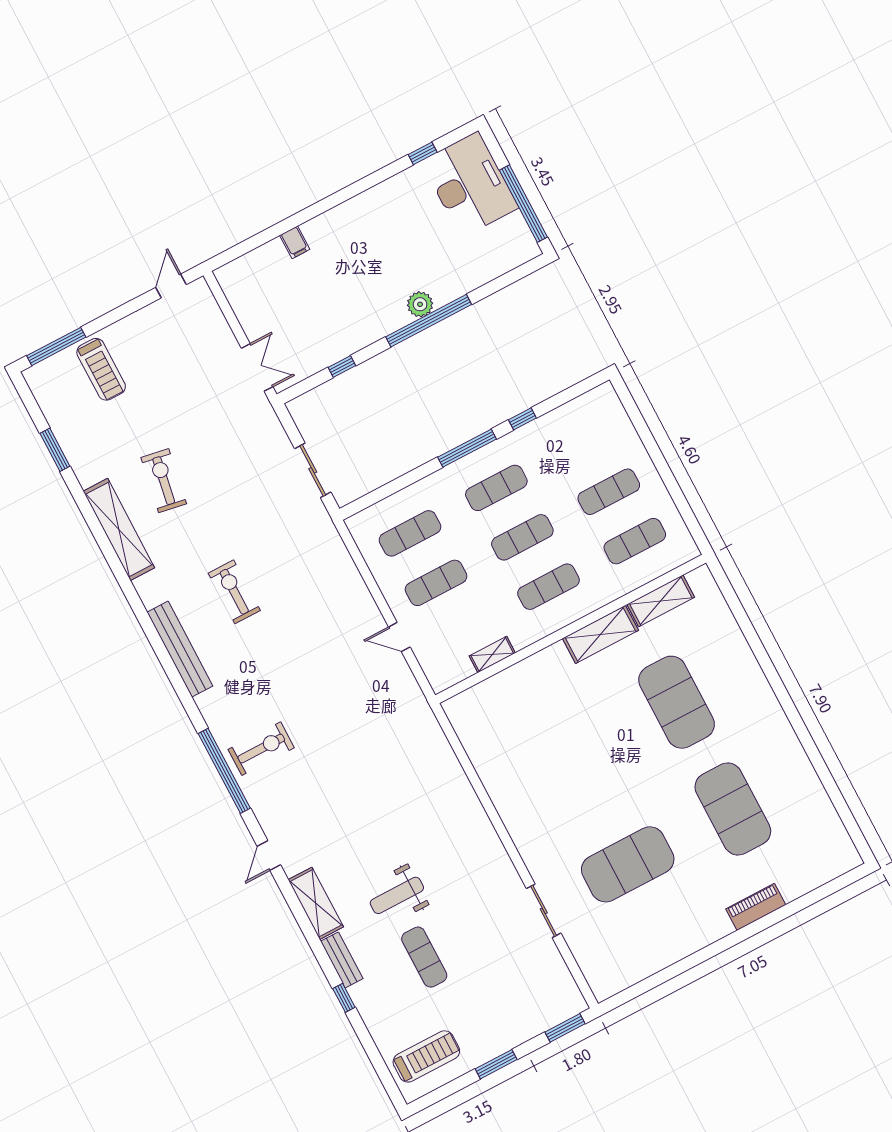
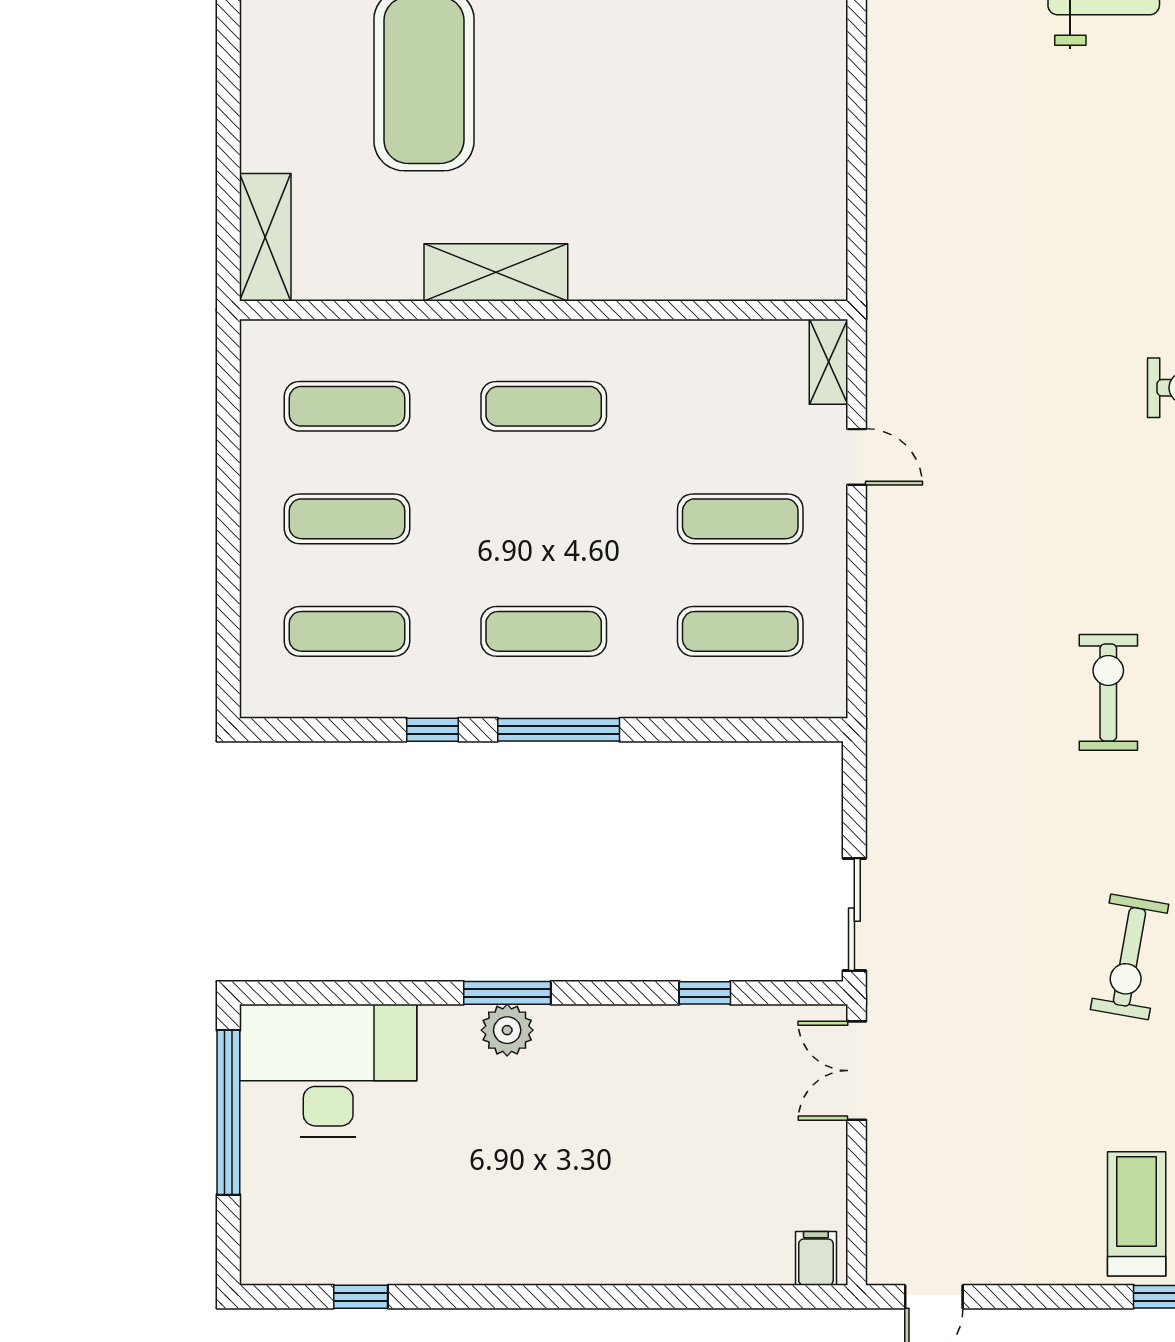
desk: (470, 184) -> (328, 1070), moved, turned 90
filing cabinet: (295, 242) -> (816, 1258), moved
window: (429, 321) -> (507, 993), width x0.47
sliding door: (313, 470) -> (854, 915), moved
exercise mat: (522, 537) -> (347, 631), moved
exercise bike: (234, 592) -> (1108, 692), turned 180
shelving: (661, 601) -> (265, 237), moved, turned 90
shelving: (492, 654) -> (828, 362), moved, turned 90

